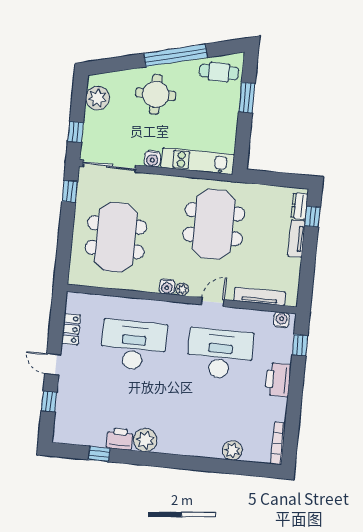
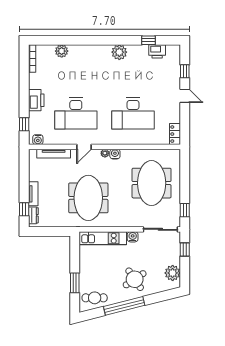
round table: (156, 94) -> (135, 279), turned -34
locker: (71, 329) -> (175, 134), moved
printer: (120, 439) -> (157, 51), moved

